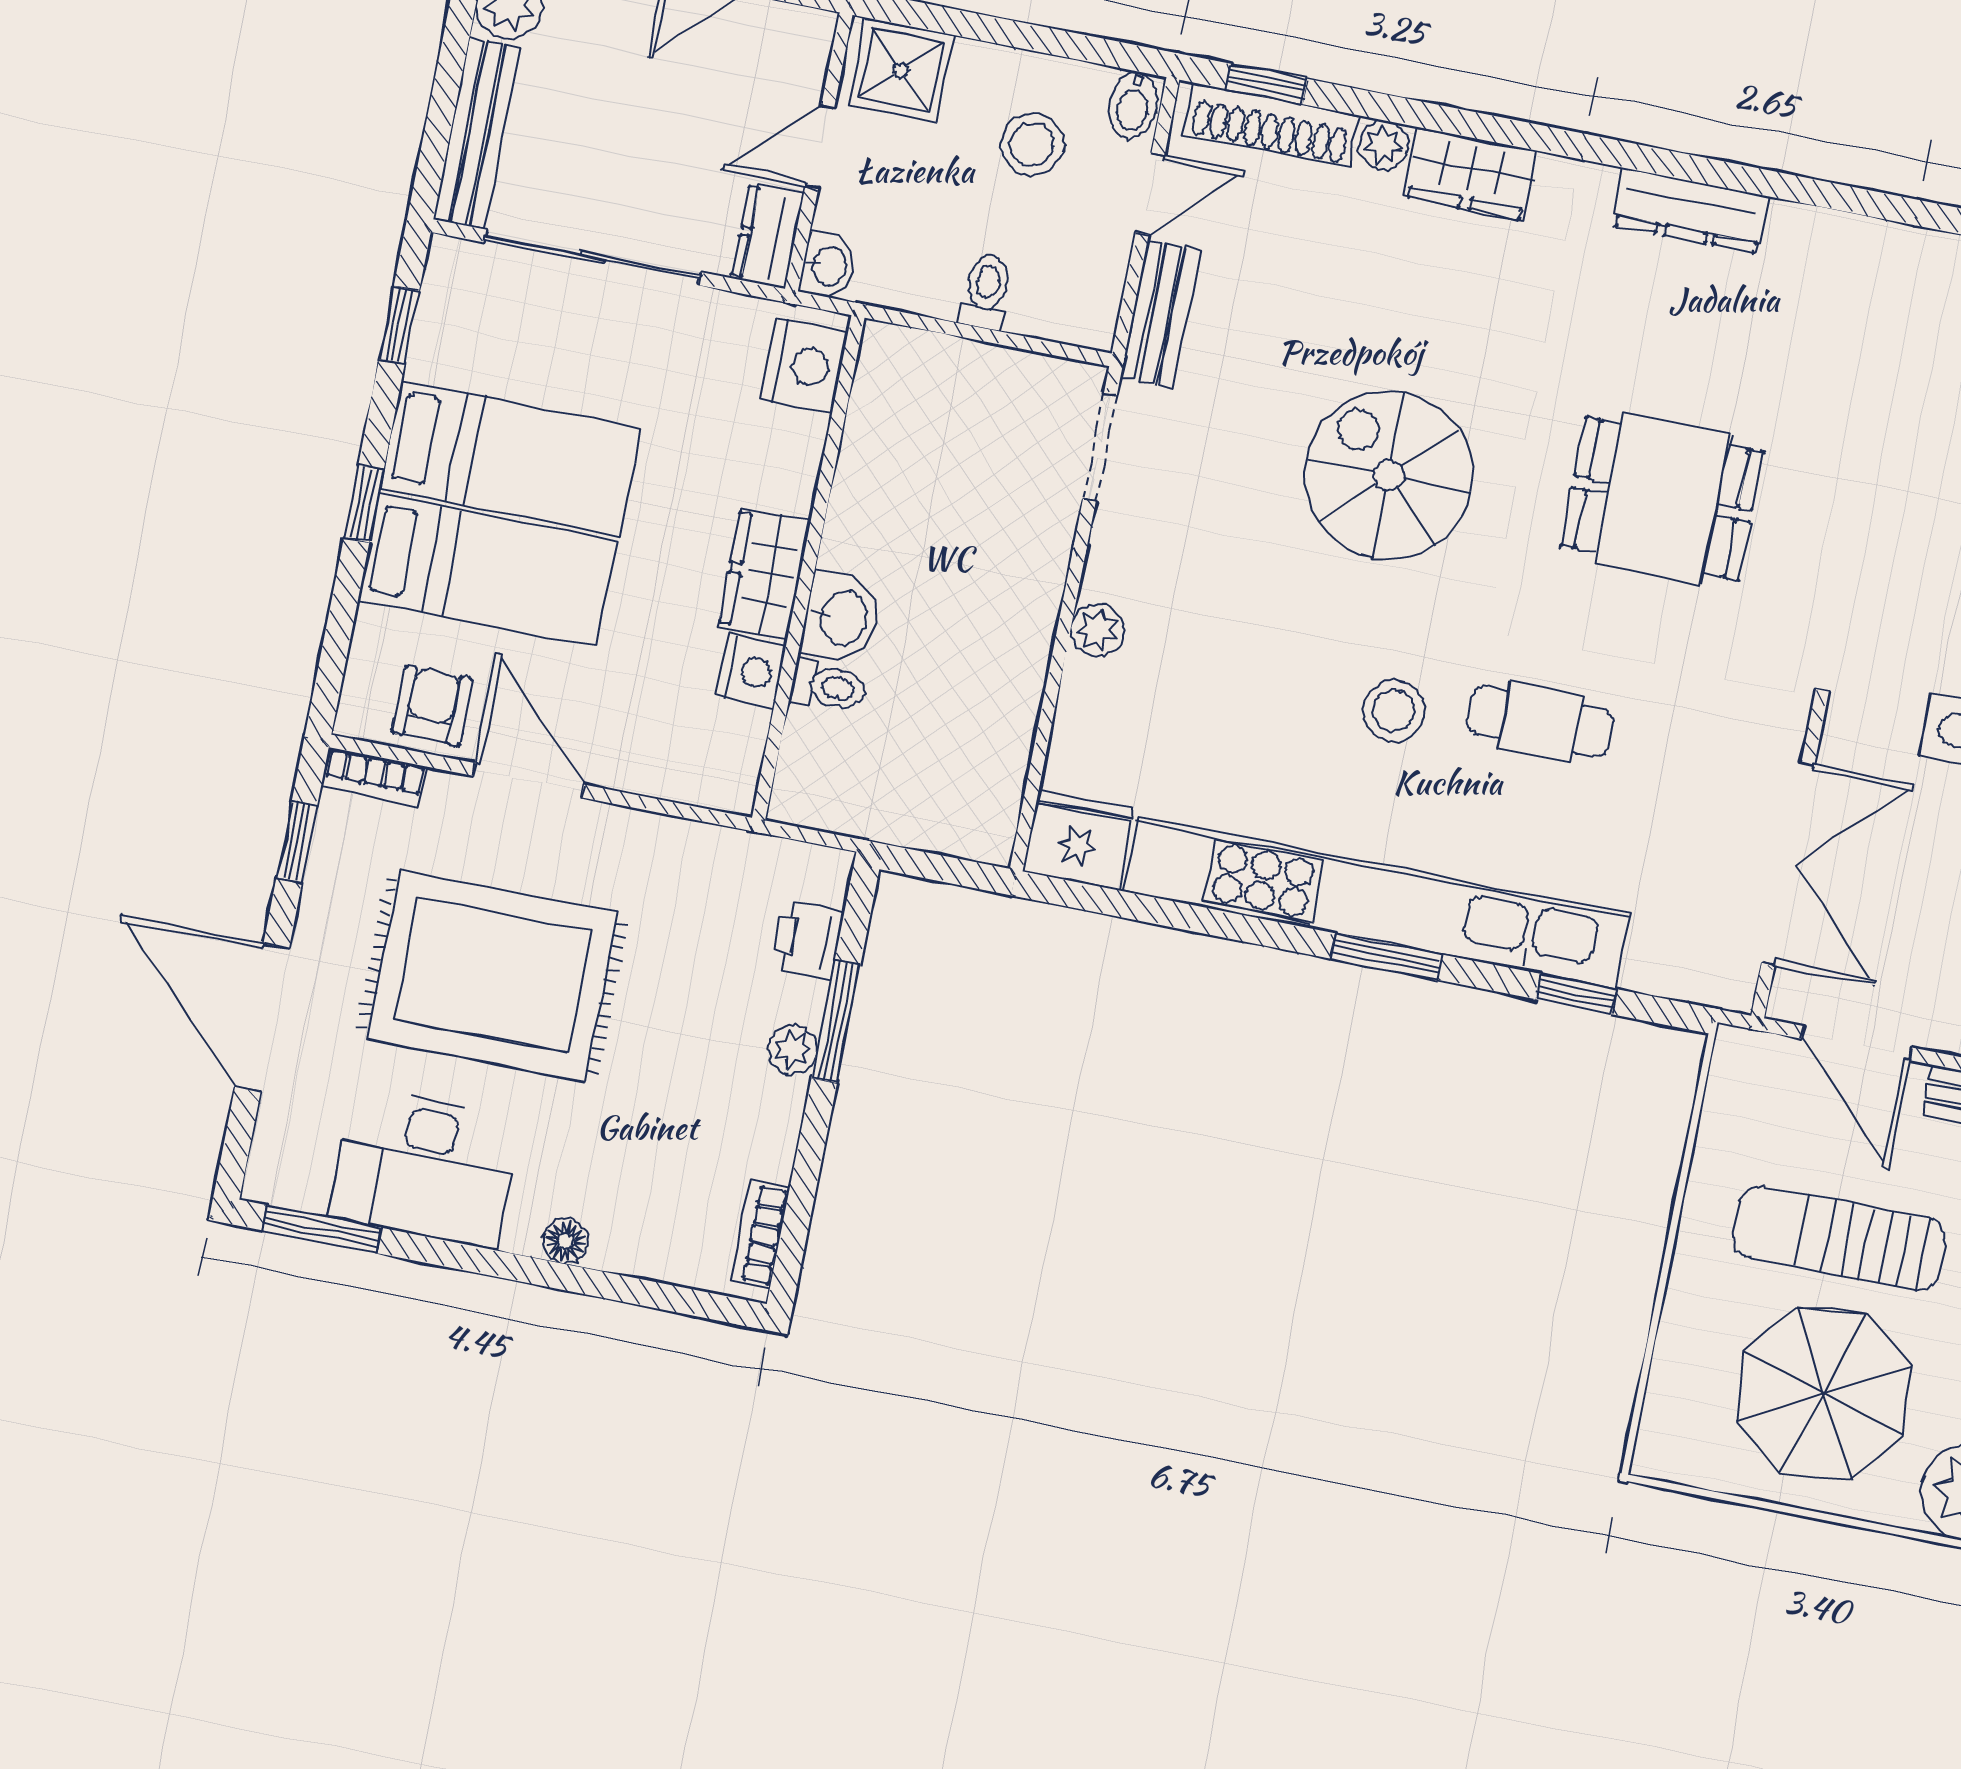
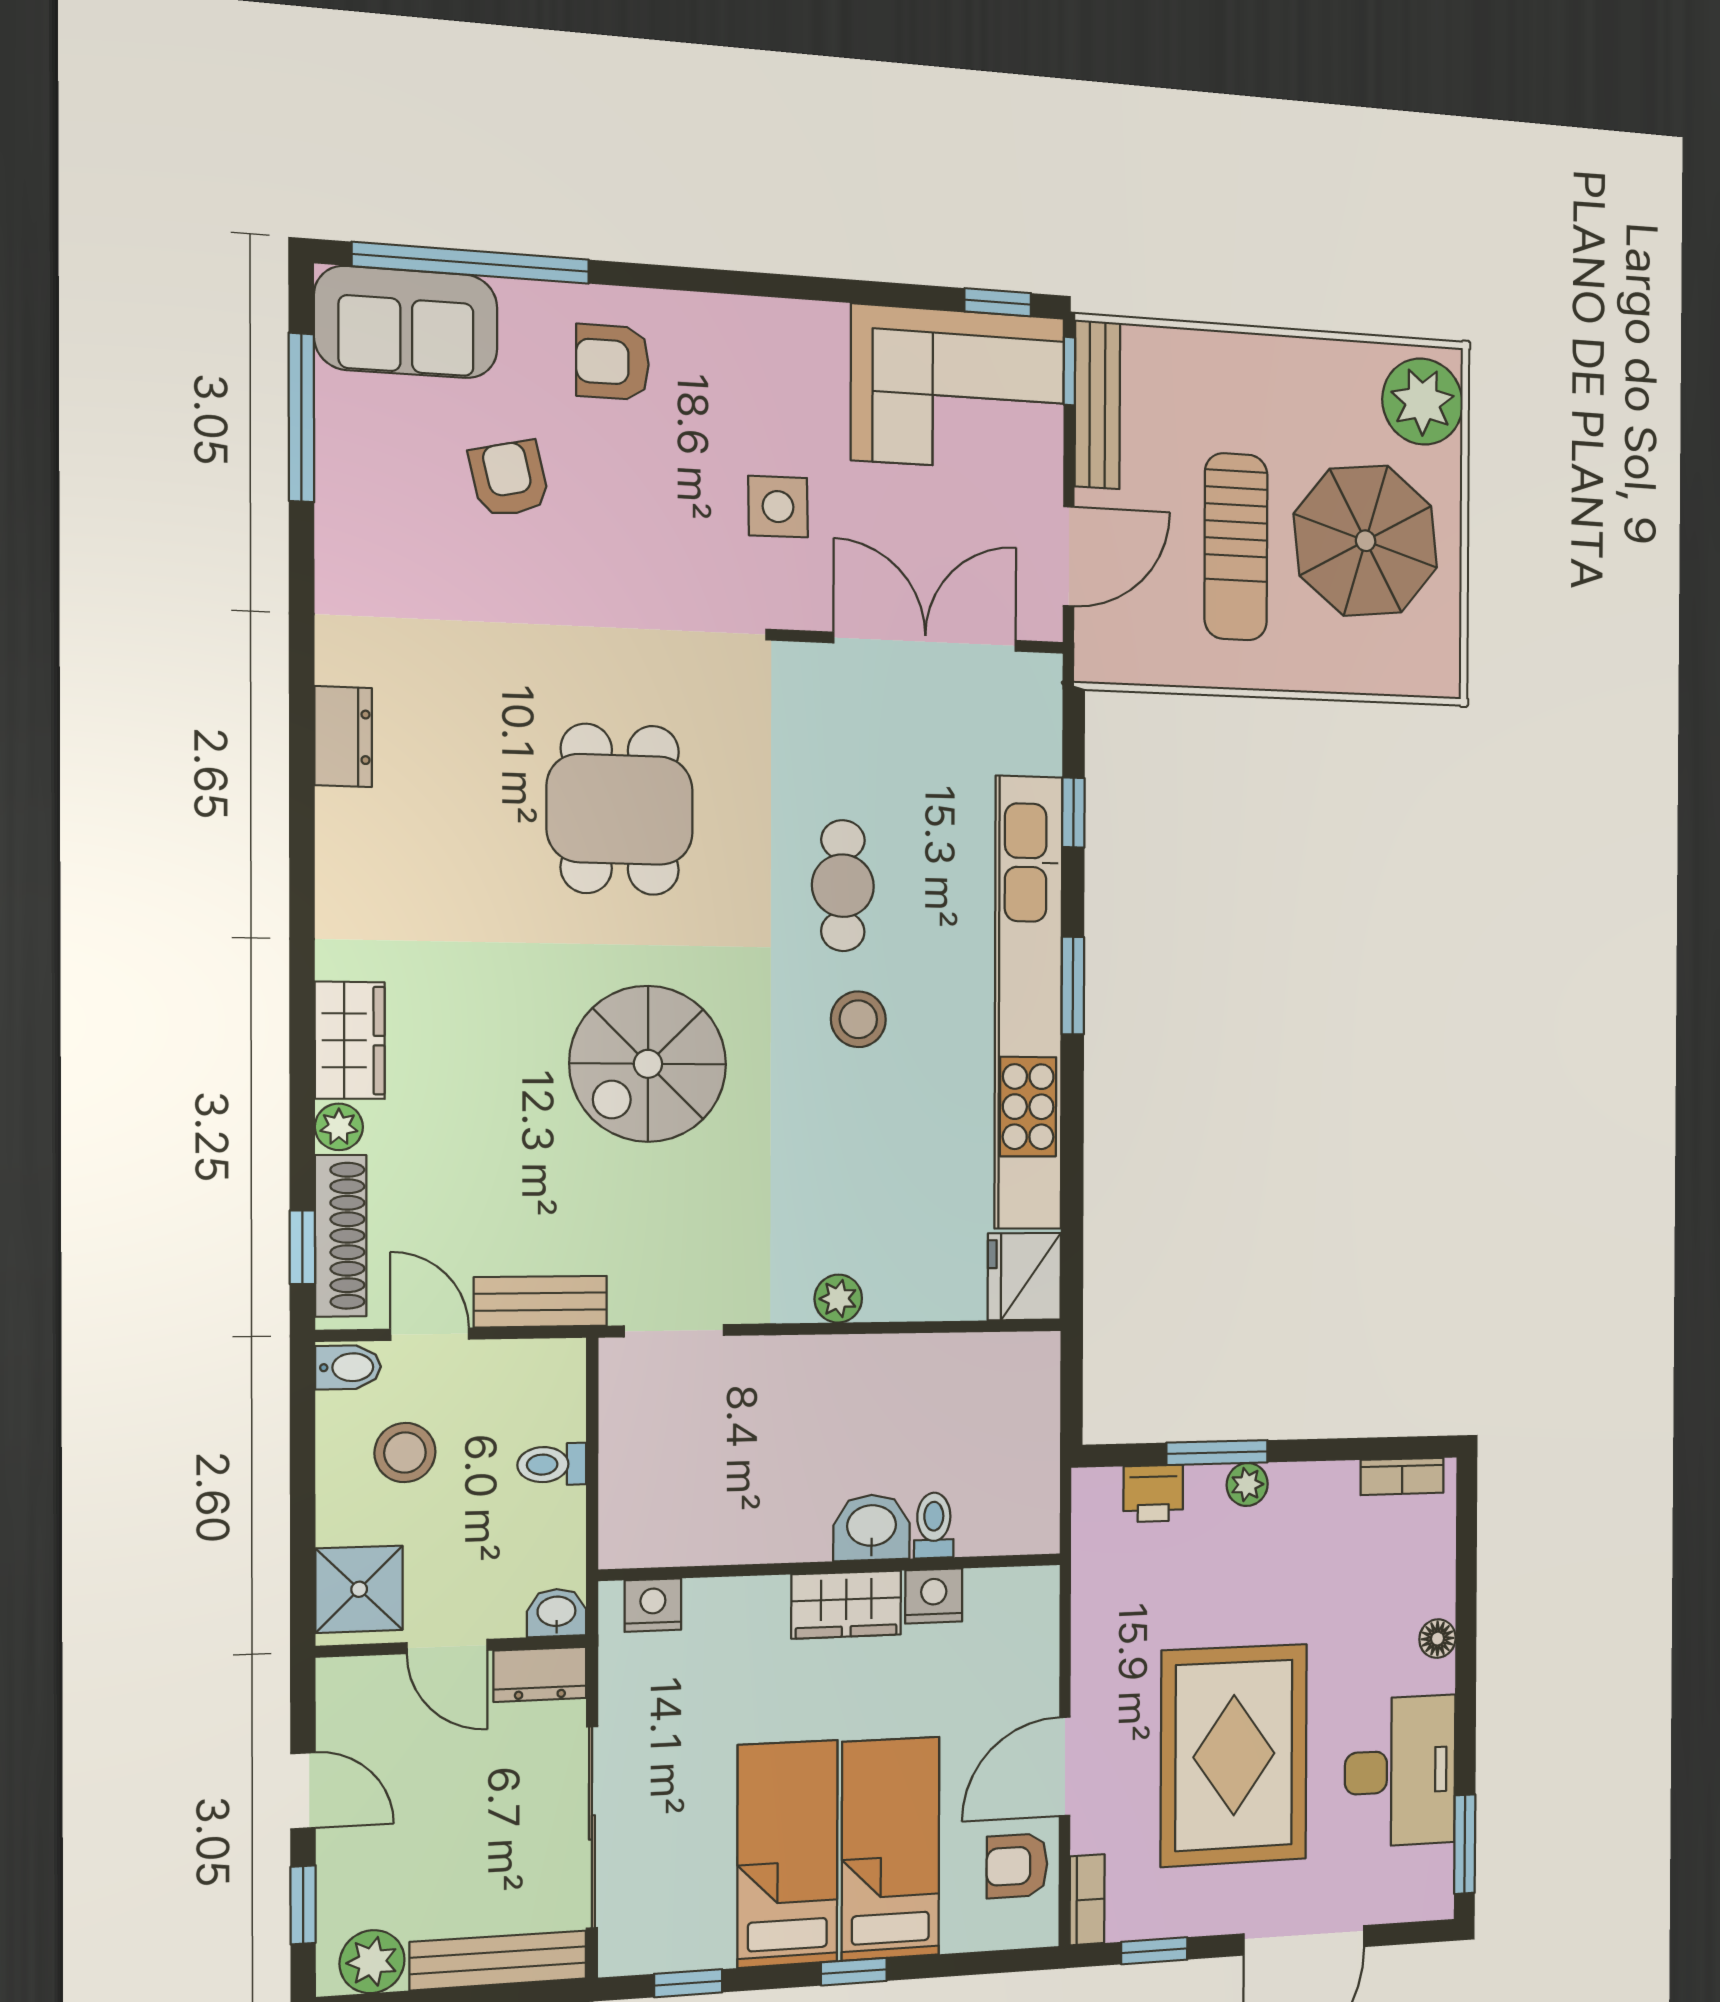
dresser: (1690, 211) -> (343, 737), moved, width x0.70
nightstand: (804, 366) -> (653, 1605), width x0.74, depth x0.75

